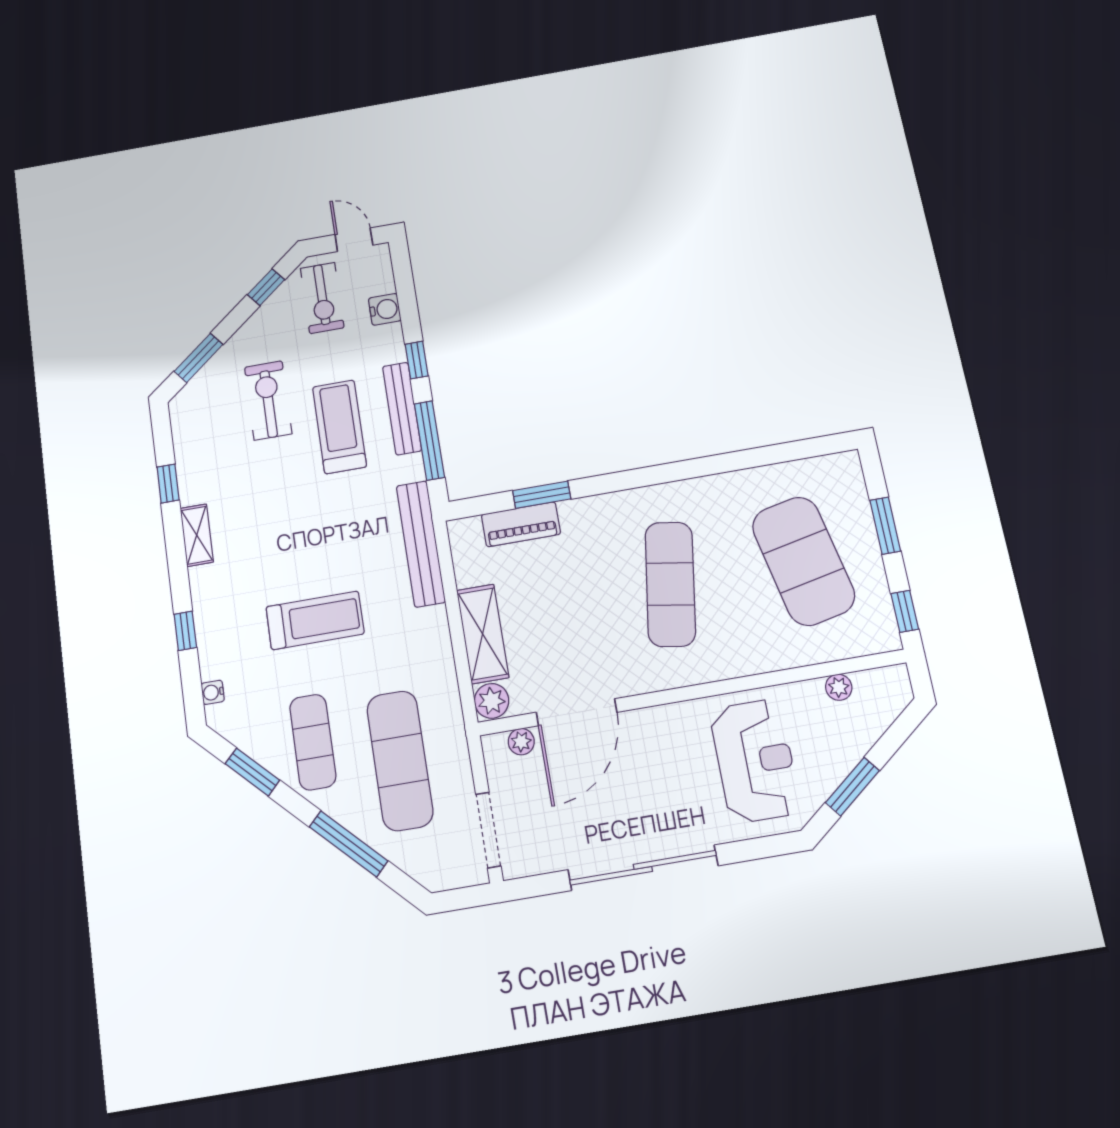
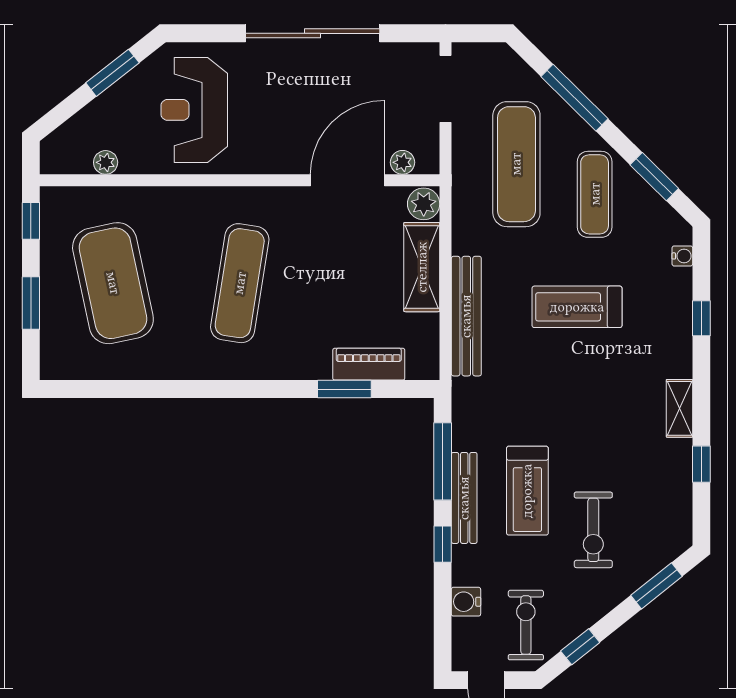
bench: (421, 544) -> (466, 316), moved

